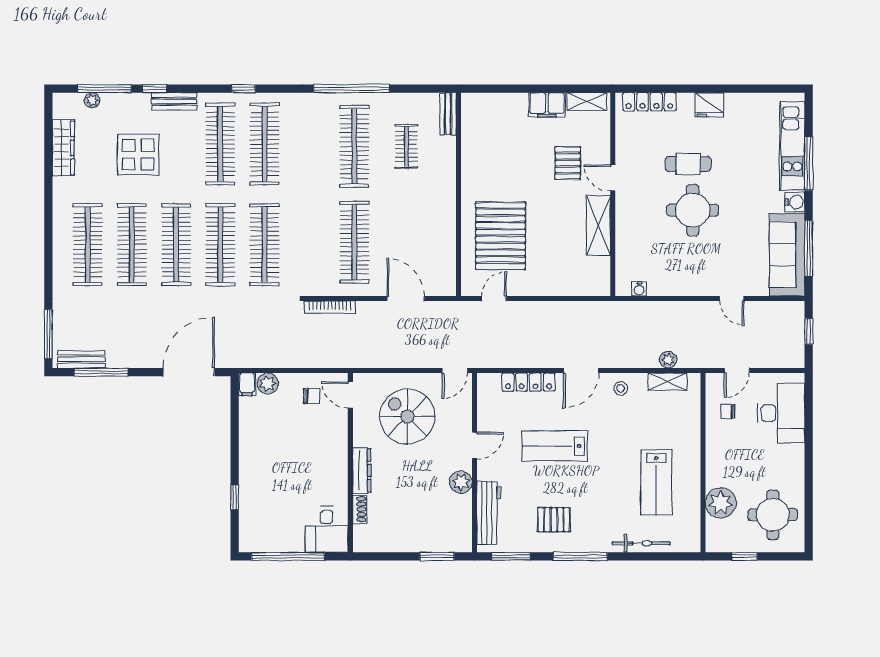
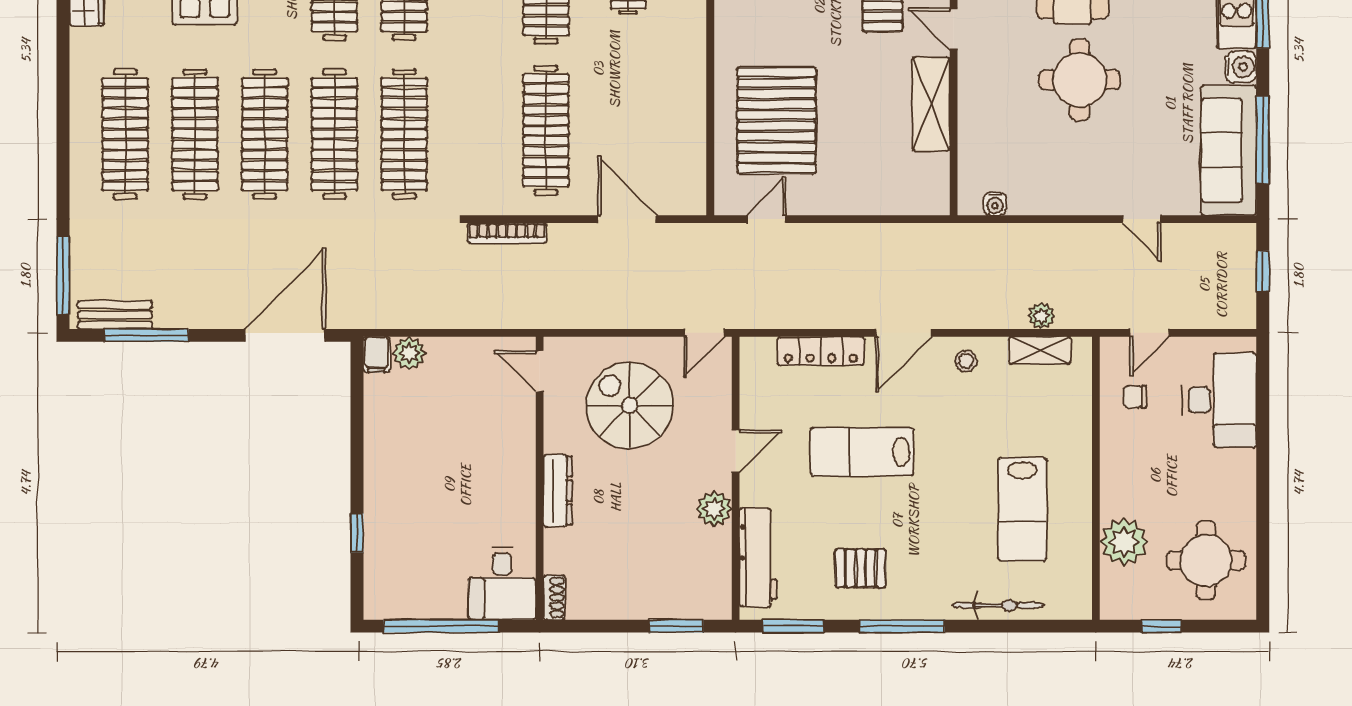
chair: (312, 396) -> (479, 373), removed
shoe rack: (360, 509) -> (554, 597), moved

